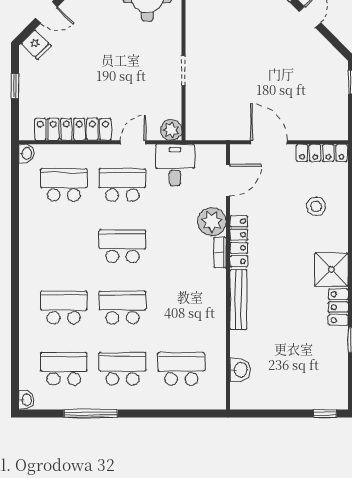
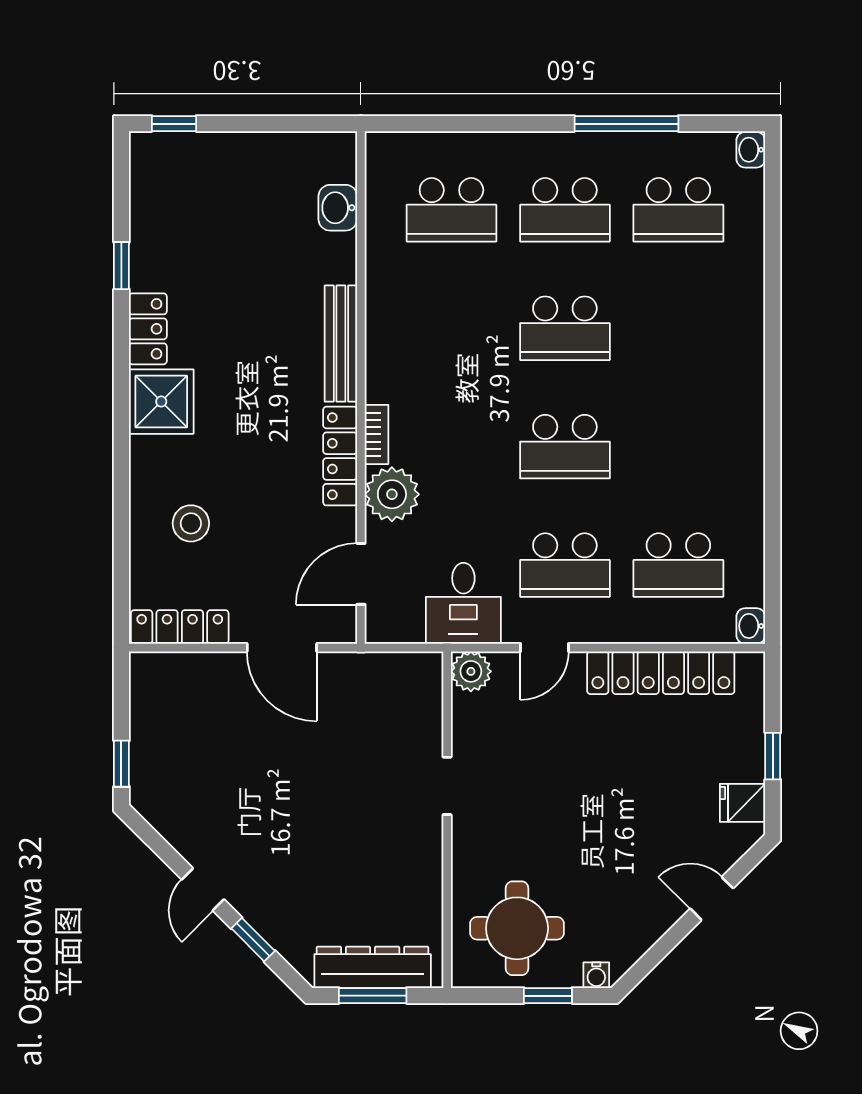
fridge: (36, 45) -> (742, 803), moved, turned -45
school desk: (64, 307) -> (678, 328), removed

